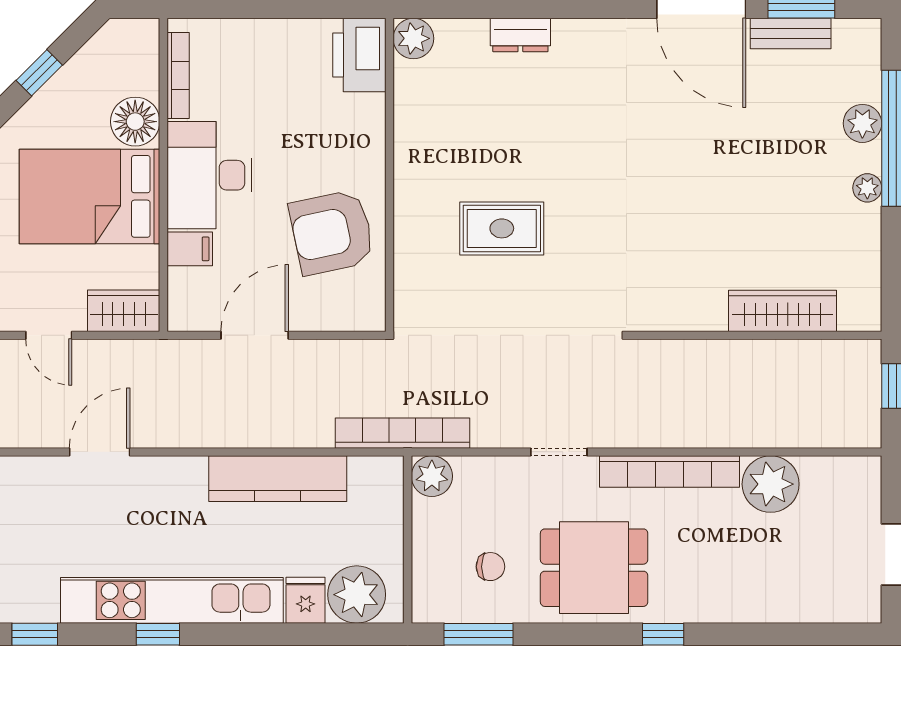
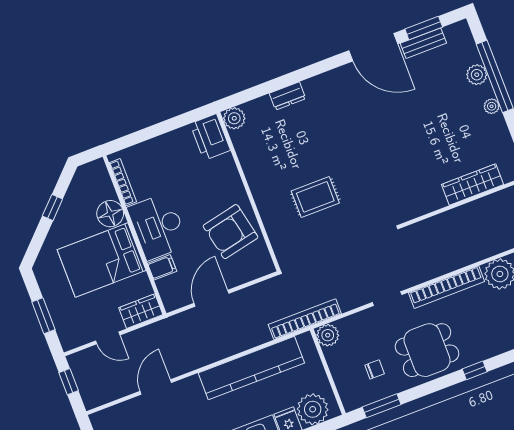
kitchen counter: (278, 479) -> (251, 368), width x1.39, depth x1.17

